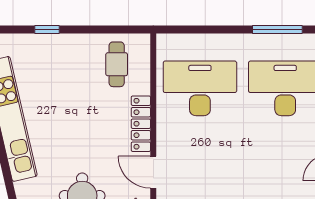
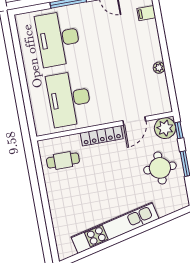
window: (47, 30) -> (47, 214), removed
window: (277, 30) -> (18, 52), removed

